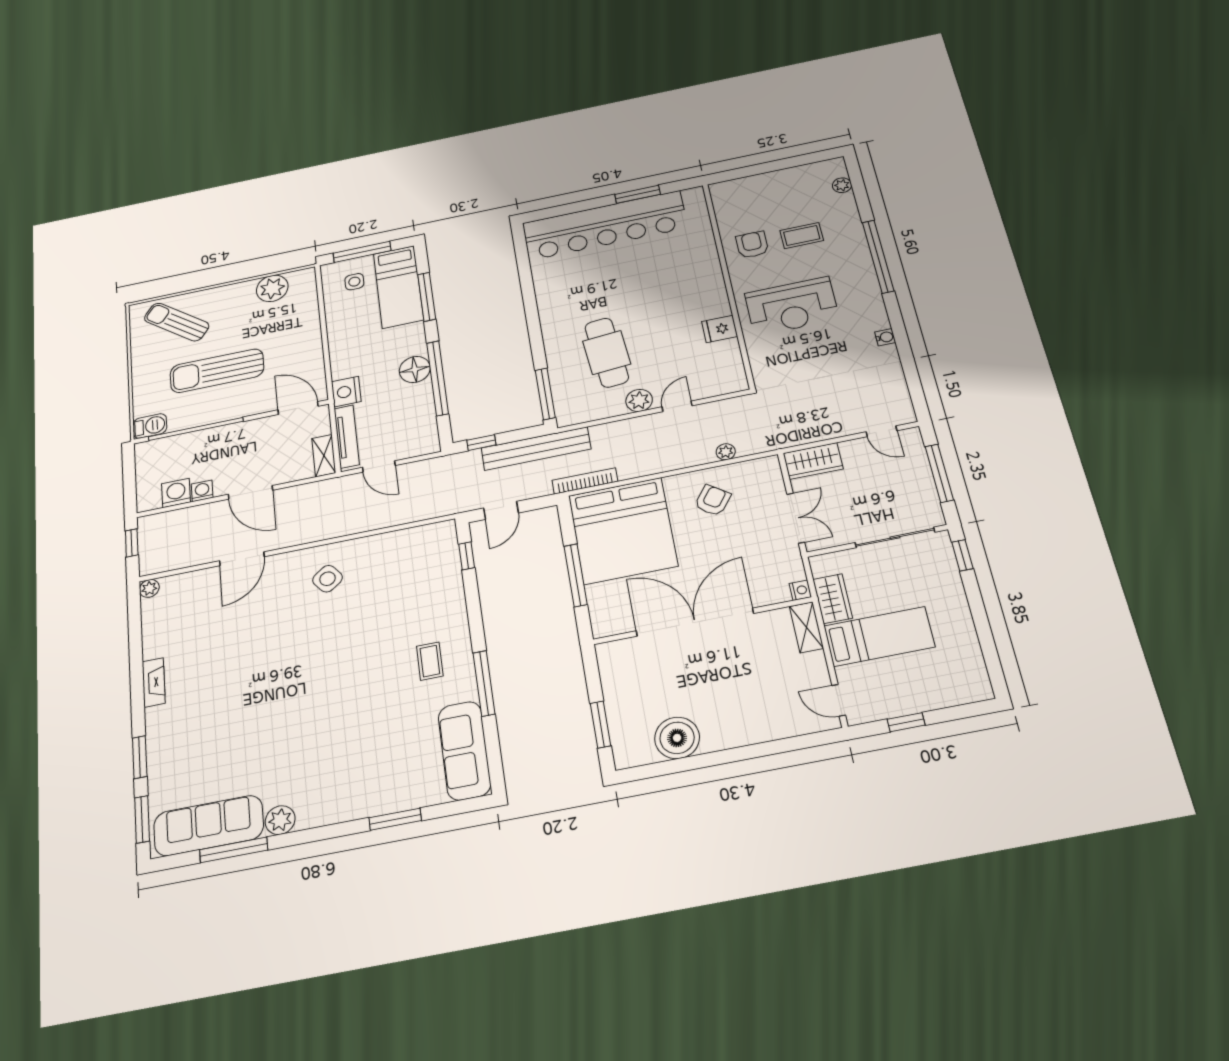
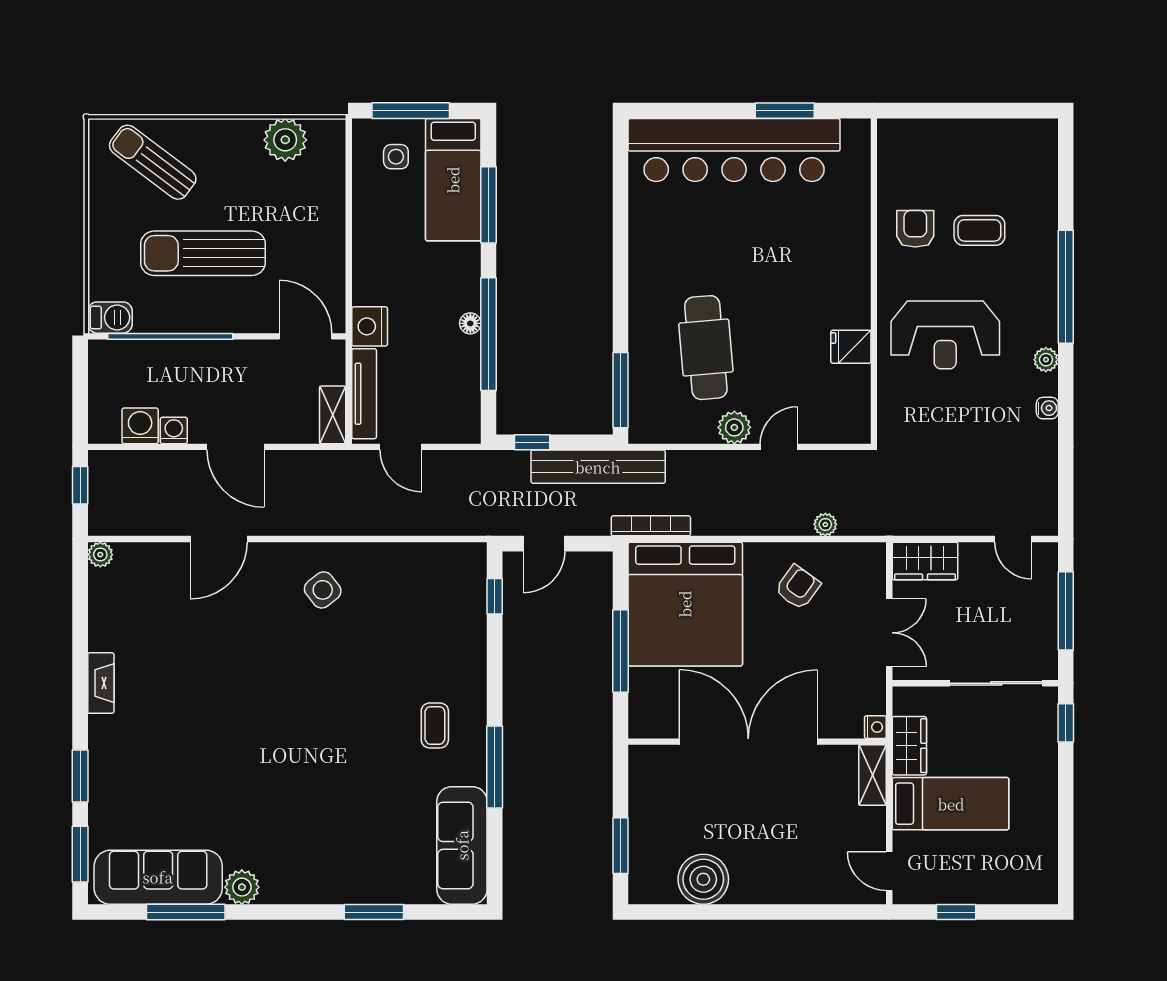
plant: (842, 185) -> (1046, 360), moved
floor lamp: (415, 369) -> (470, 323), width x0.53, depth x0.53

